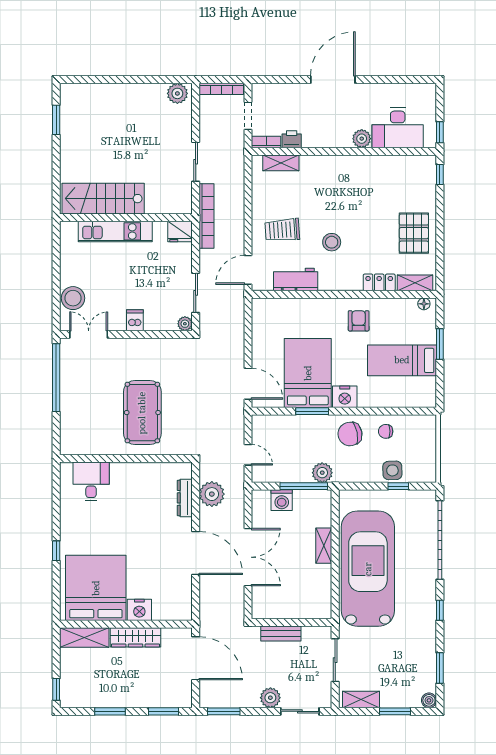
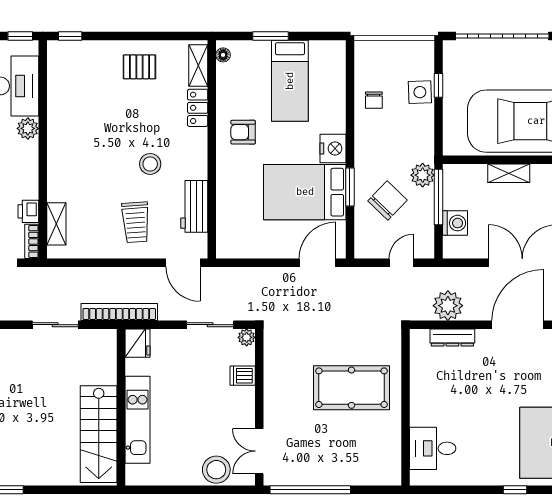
pallet: (414, 233) -> (139, 67), width x0.67, depth x0.71
dishwasher: (135, 320) -> (243, 376), moved
chair: (350, 434) -> (388, 200), moved, turned -125

